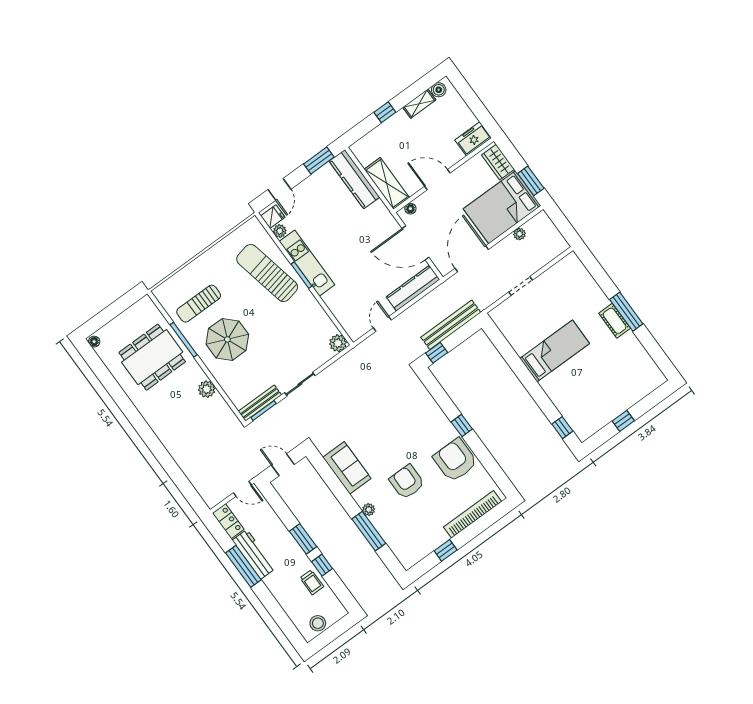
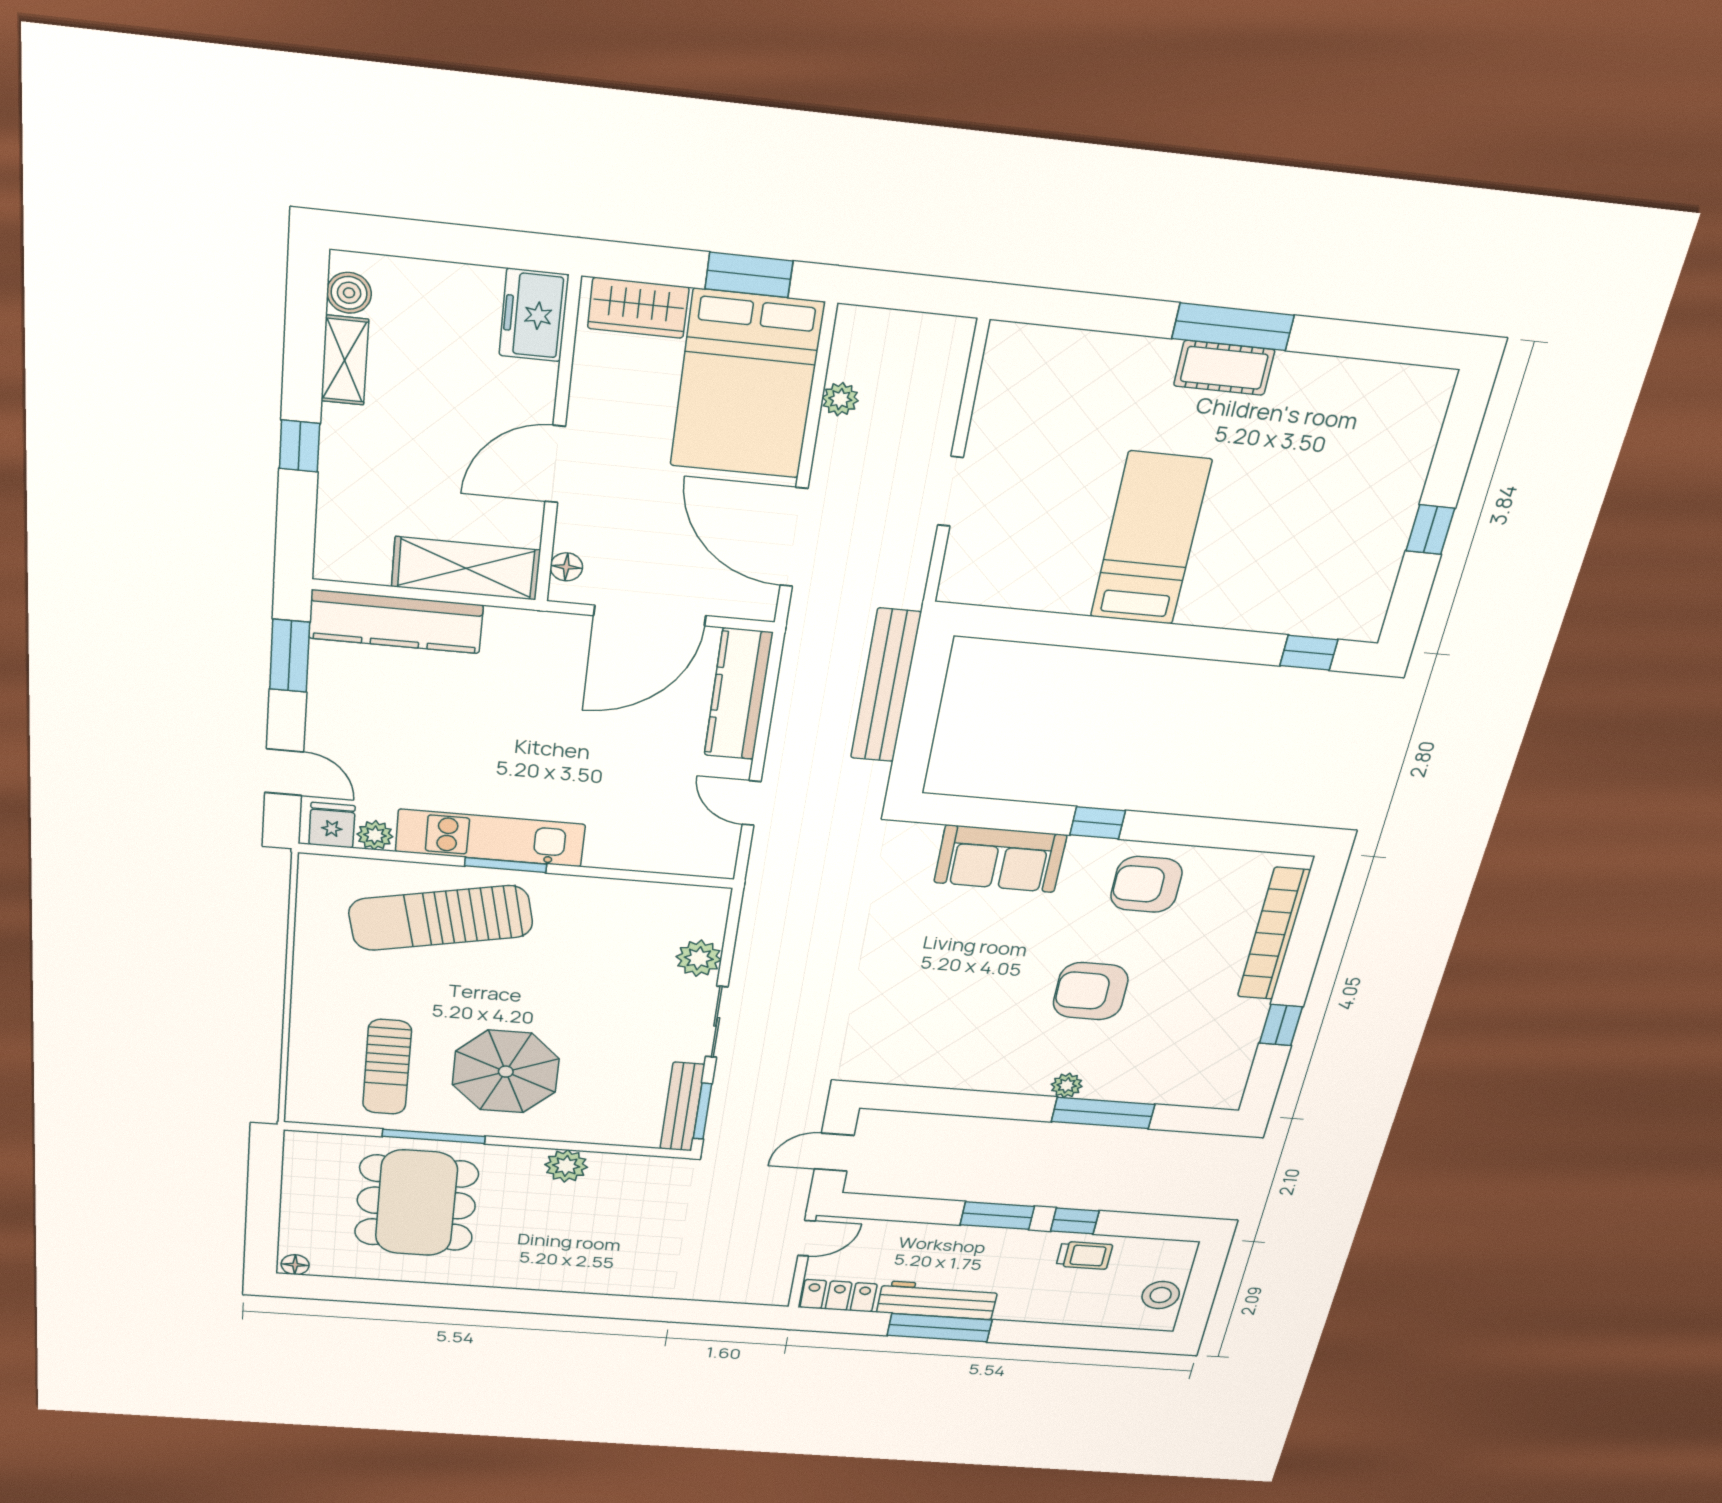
plant: (338, 343) -> (699, 958), moved
window: (437, 353) -> (912, 755), removed
armchair: (455, 460) -> (1146, 884), width x0.73, depth x0.73
sofa: (347, 468) -> (1000, 859), moved, turned 180

